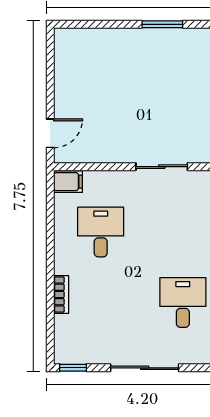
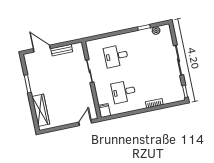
wardrobe: (98, 41) -> (41, 110), added
door: (50, 133) -> (85, 123), hinge flipped
desk: (183, 302) -> (116, 56), moved

